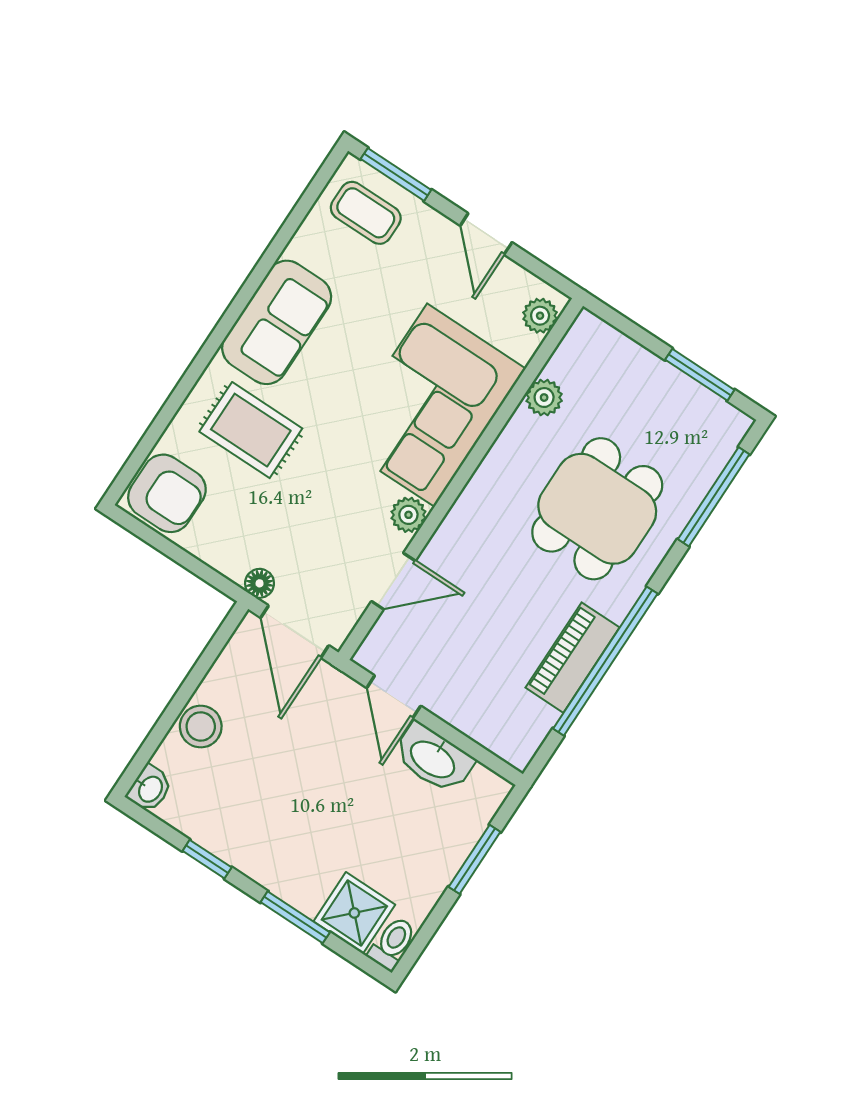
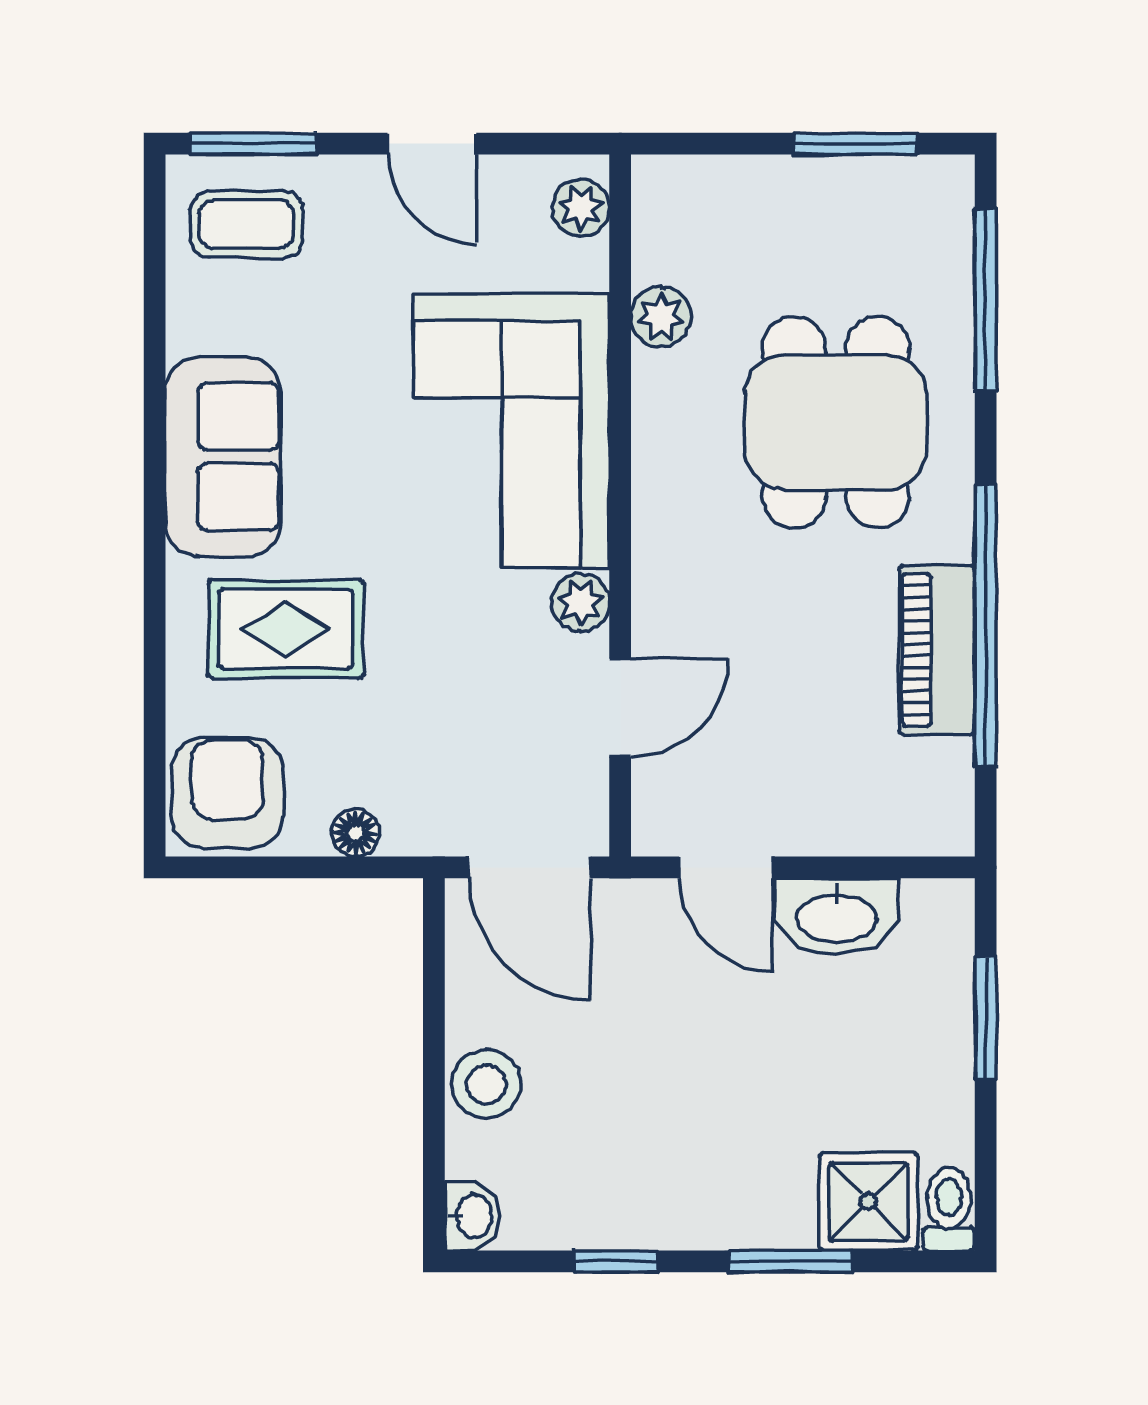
armchair: (167, 493) -> (227, 793), turned -90
floor lamp: (260, 583) -> (356, 833), moved

